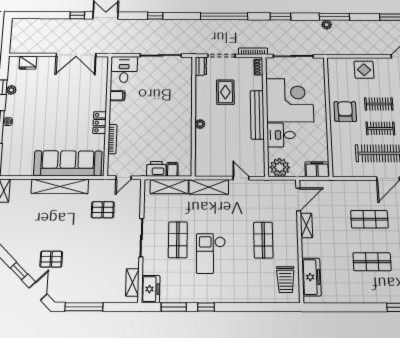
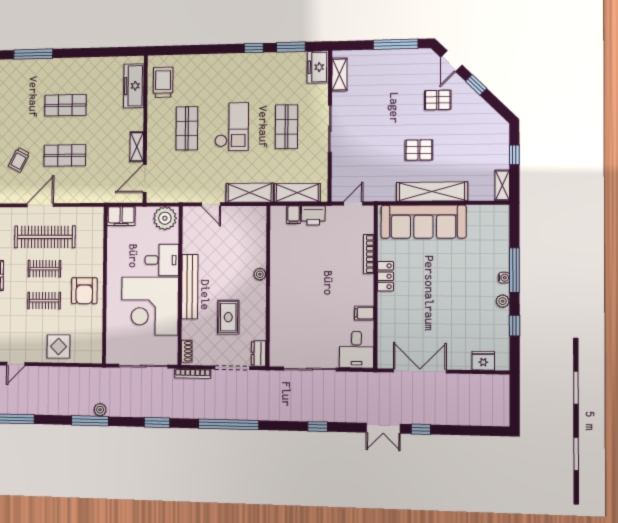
plant: (11, 90) -> (503, 301), moved
pallet: (103, 210) -> (419, 150), moved
checkout: (211, 253) -> (232, 127), moved

